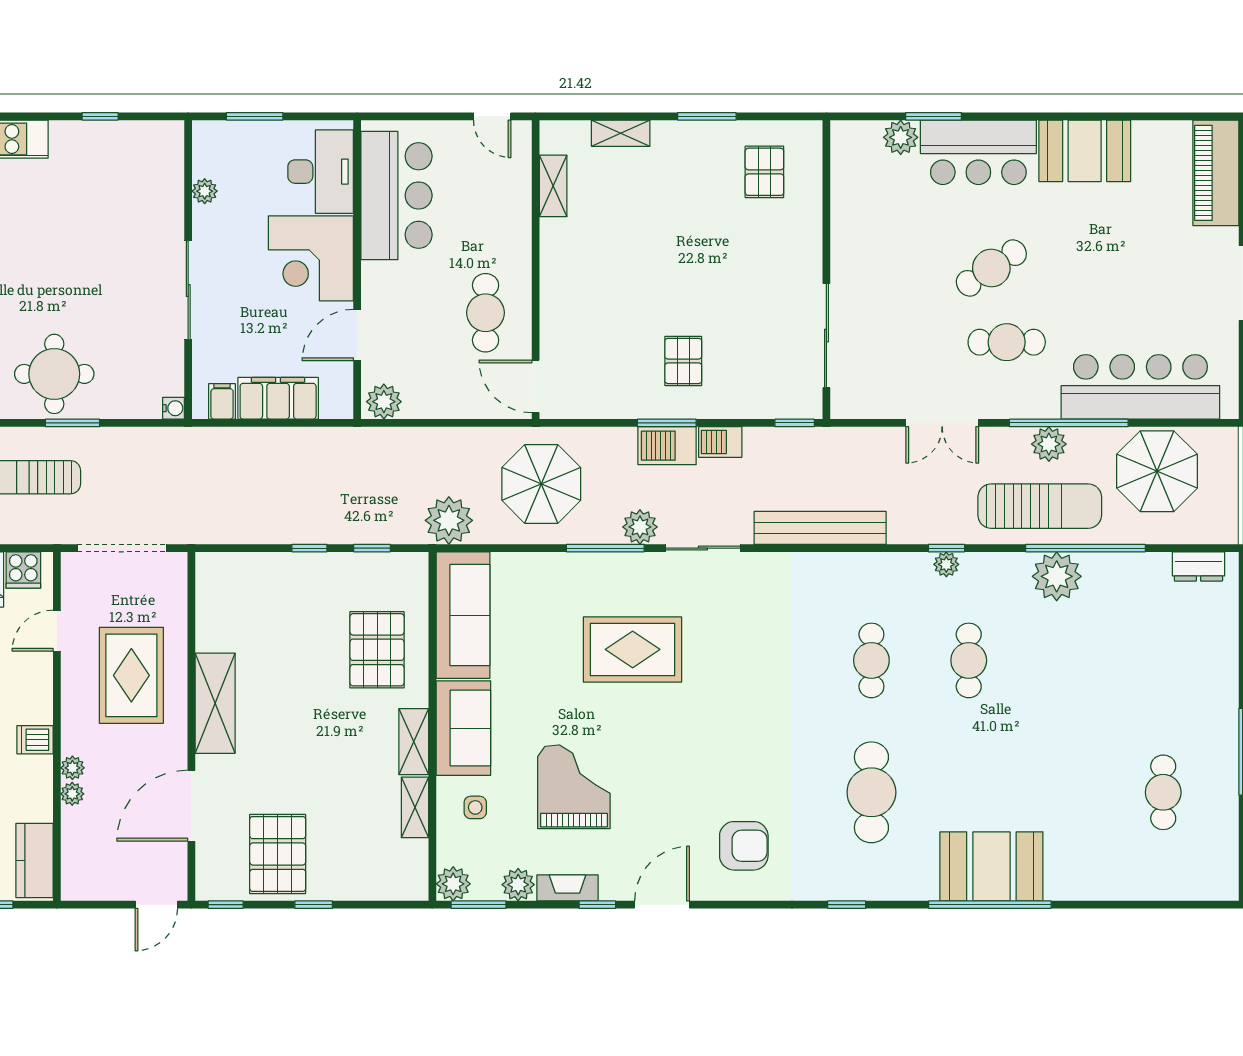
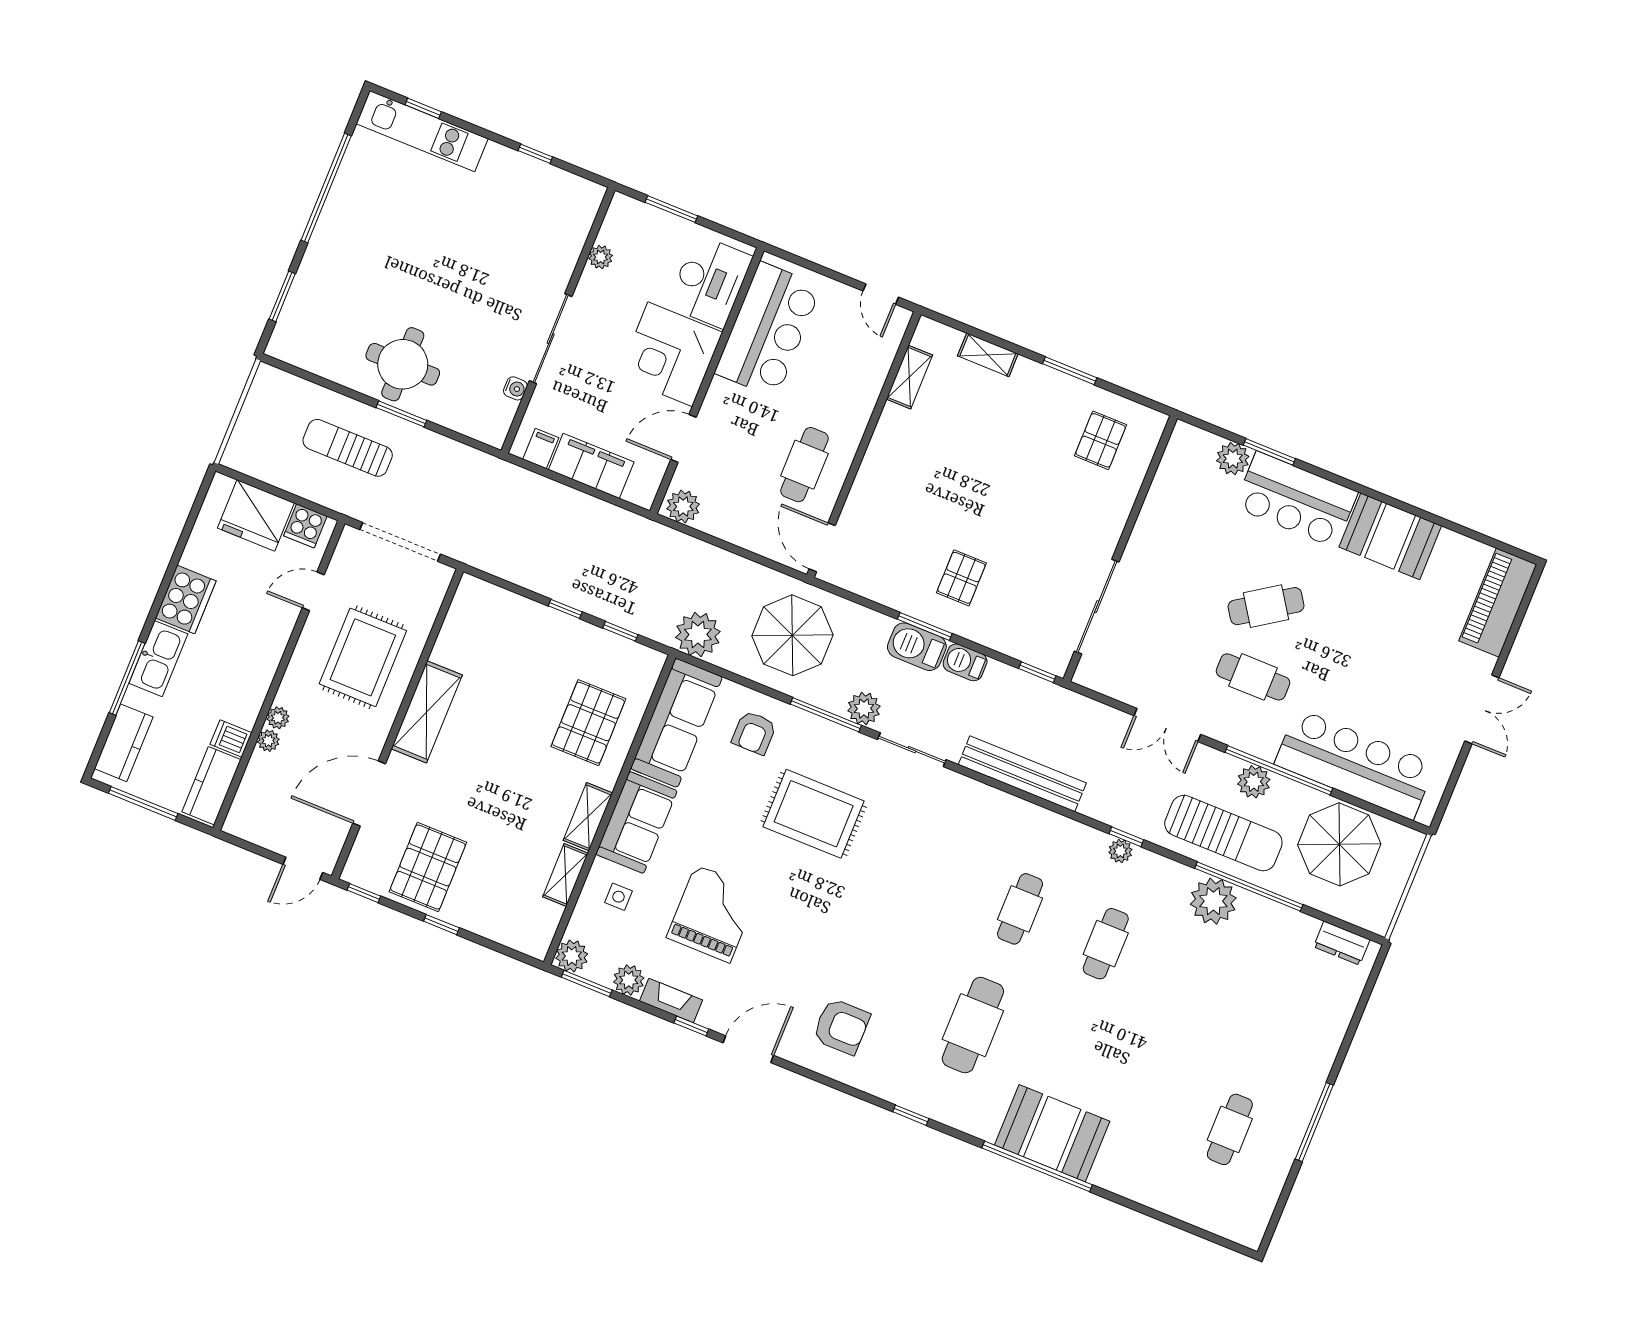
water cooler: (174, 408) -> (515, 388), moved
armchair: (542, 594) -> (754, 733), added
dishwasher: (35, 740) -> (231, 739), moved

